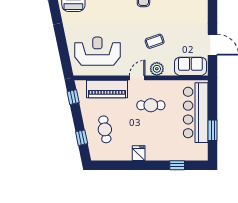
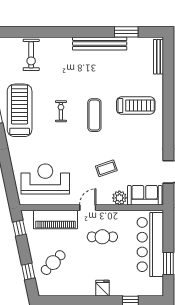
plant: (157, 69) -> (119, 198), moved
cafe table: (105, 129) -> (53, 263), turned 53
fridge: (139, 153) -> (103, 288), moved

